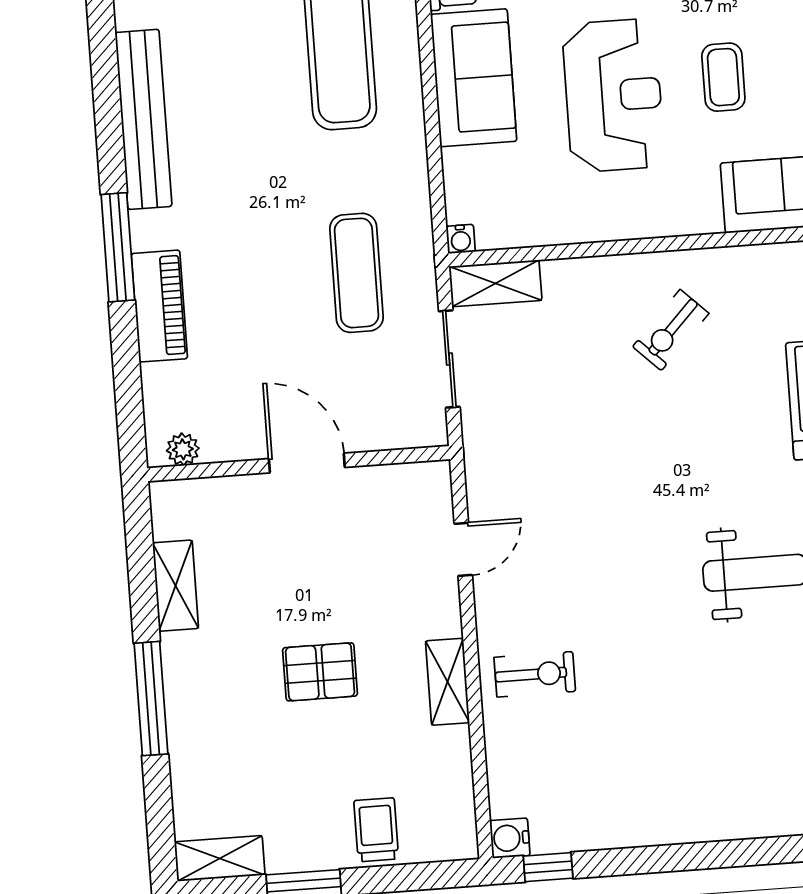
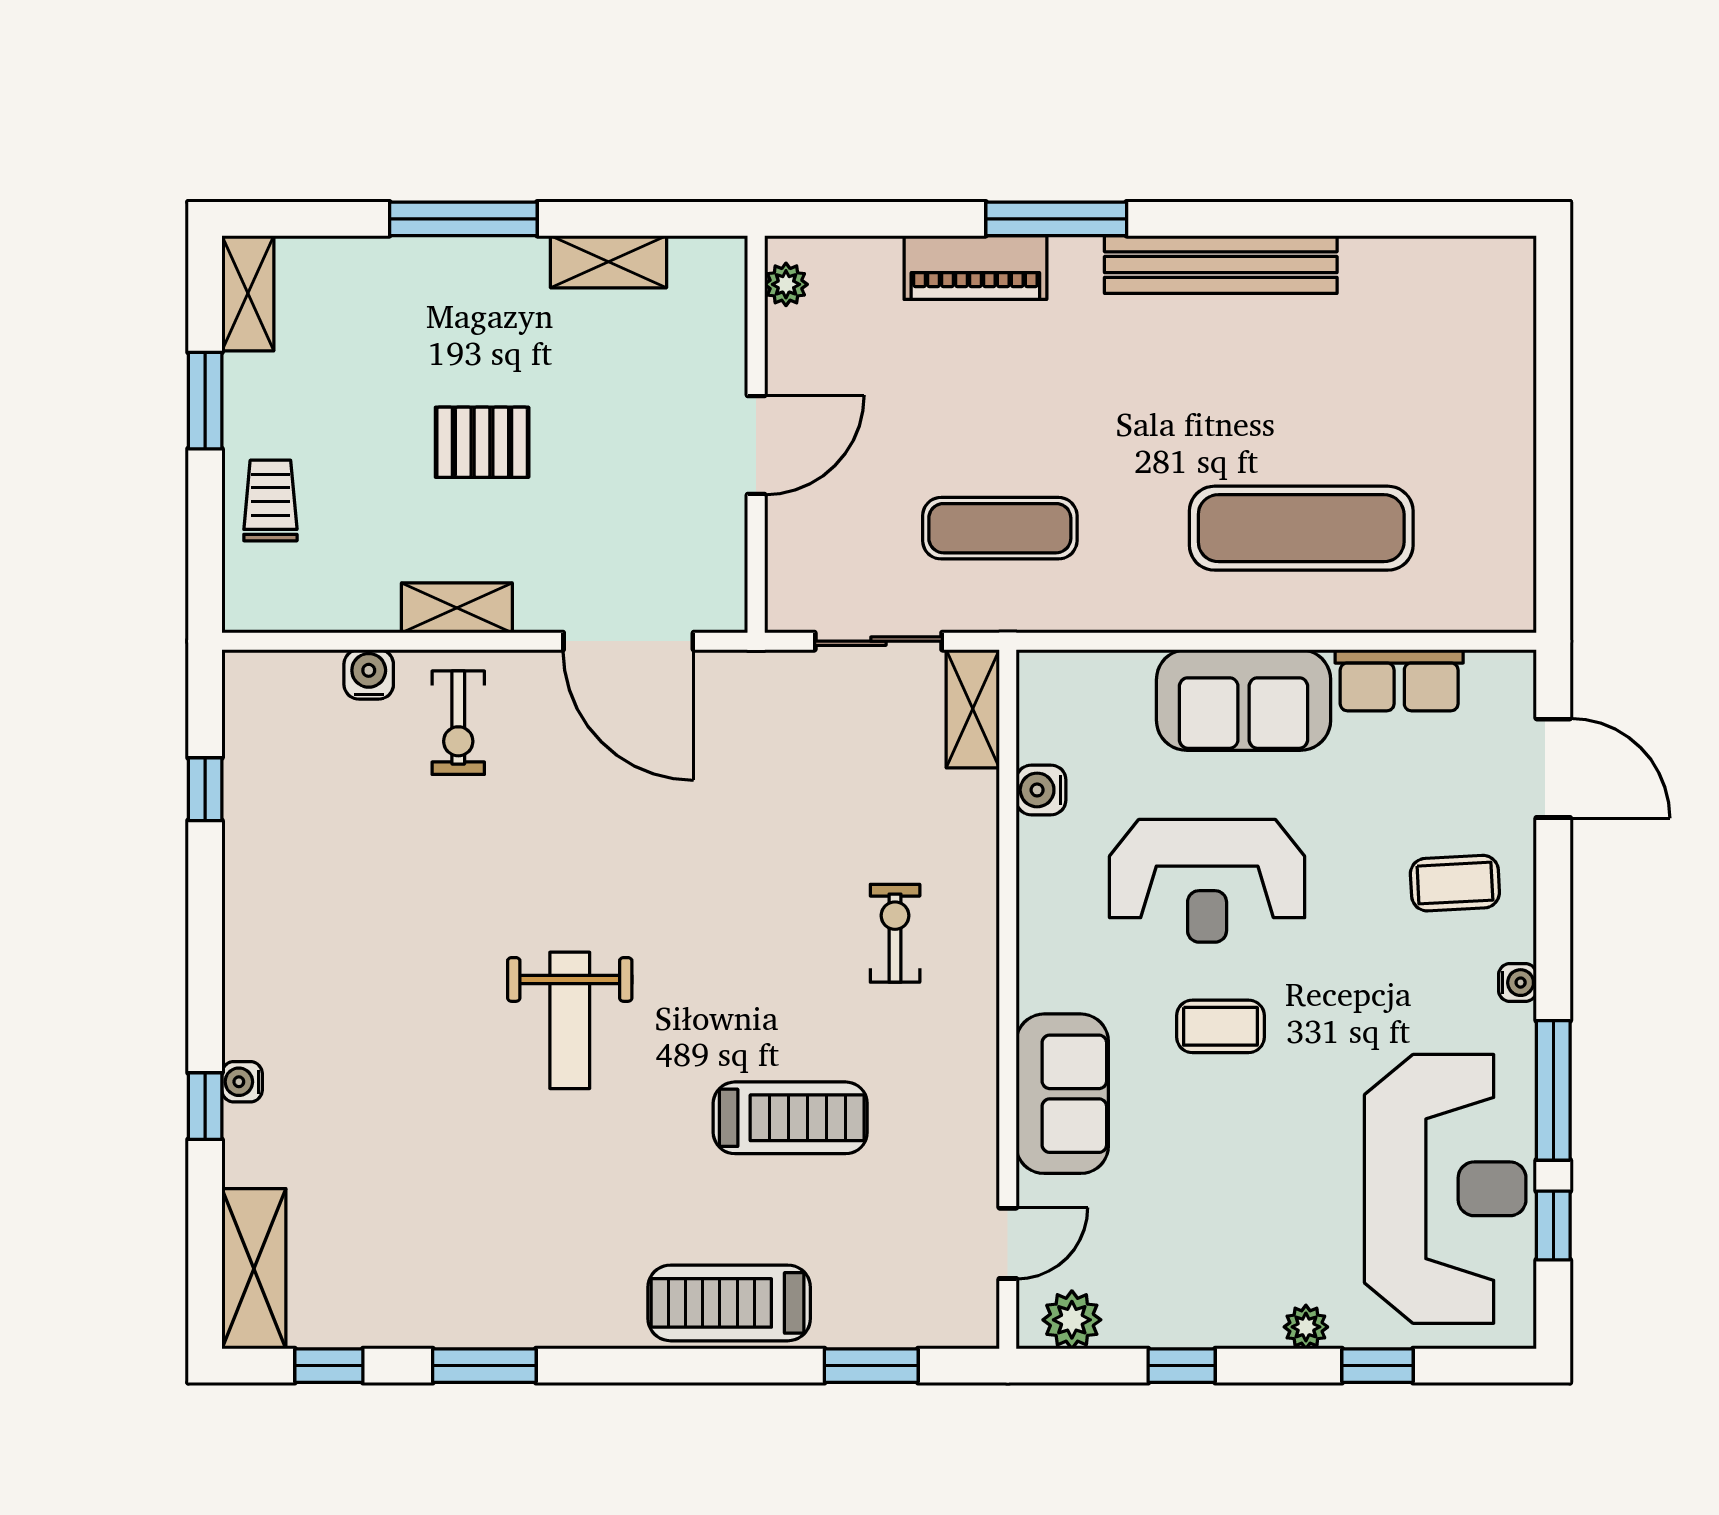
water cooler: (461, 239) -> (1041, 790), moved, width x1.38, depth x1.38
exercise bike: (671, 330) -> (895, 933), turned 46
door: (463, 549) -> (628, 641), width x1.87
pallet: (320, 672) -> (482, 442), turned 90
trolley: (376, 830) -> (270, 501), turned -90
water cooler: (510, 838) -> (369, 674), moved
window: (548, 867) -> (205, 789), moved

